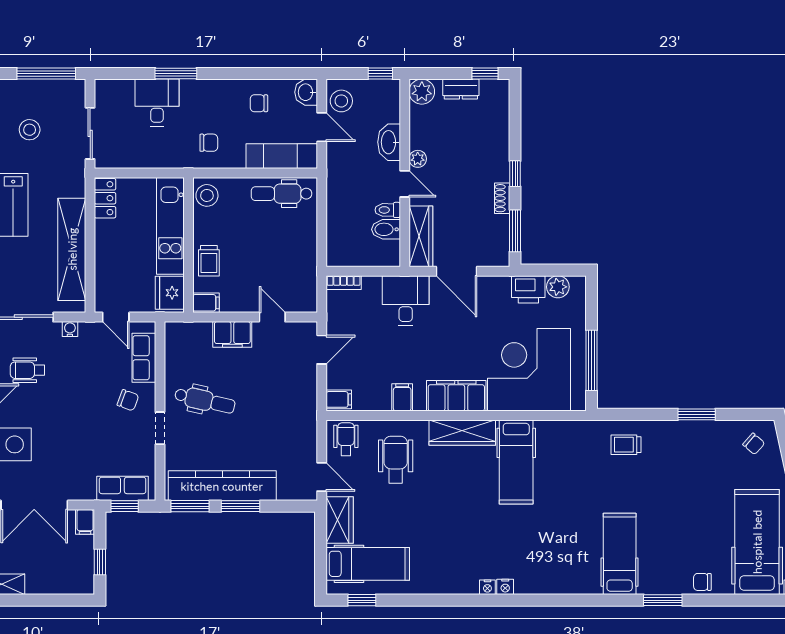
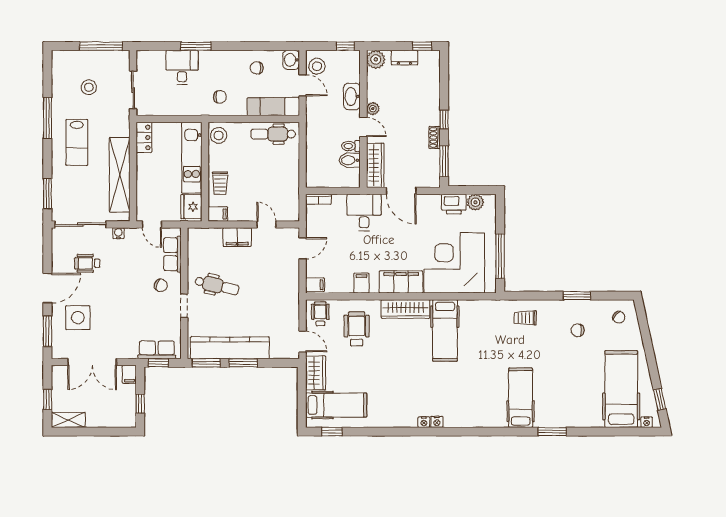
chair: (702, 582) -> (578, 330), moved

